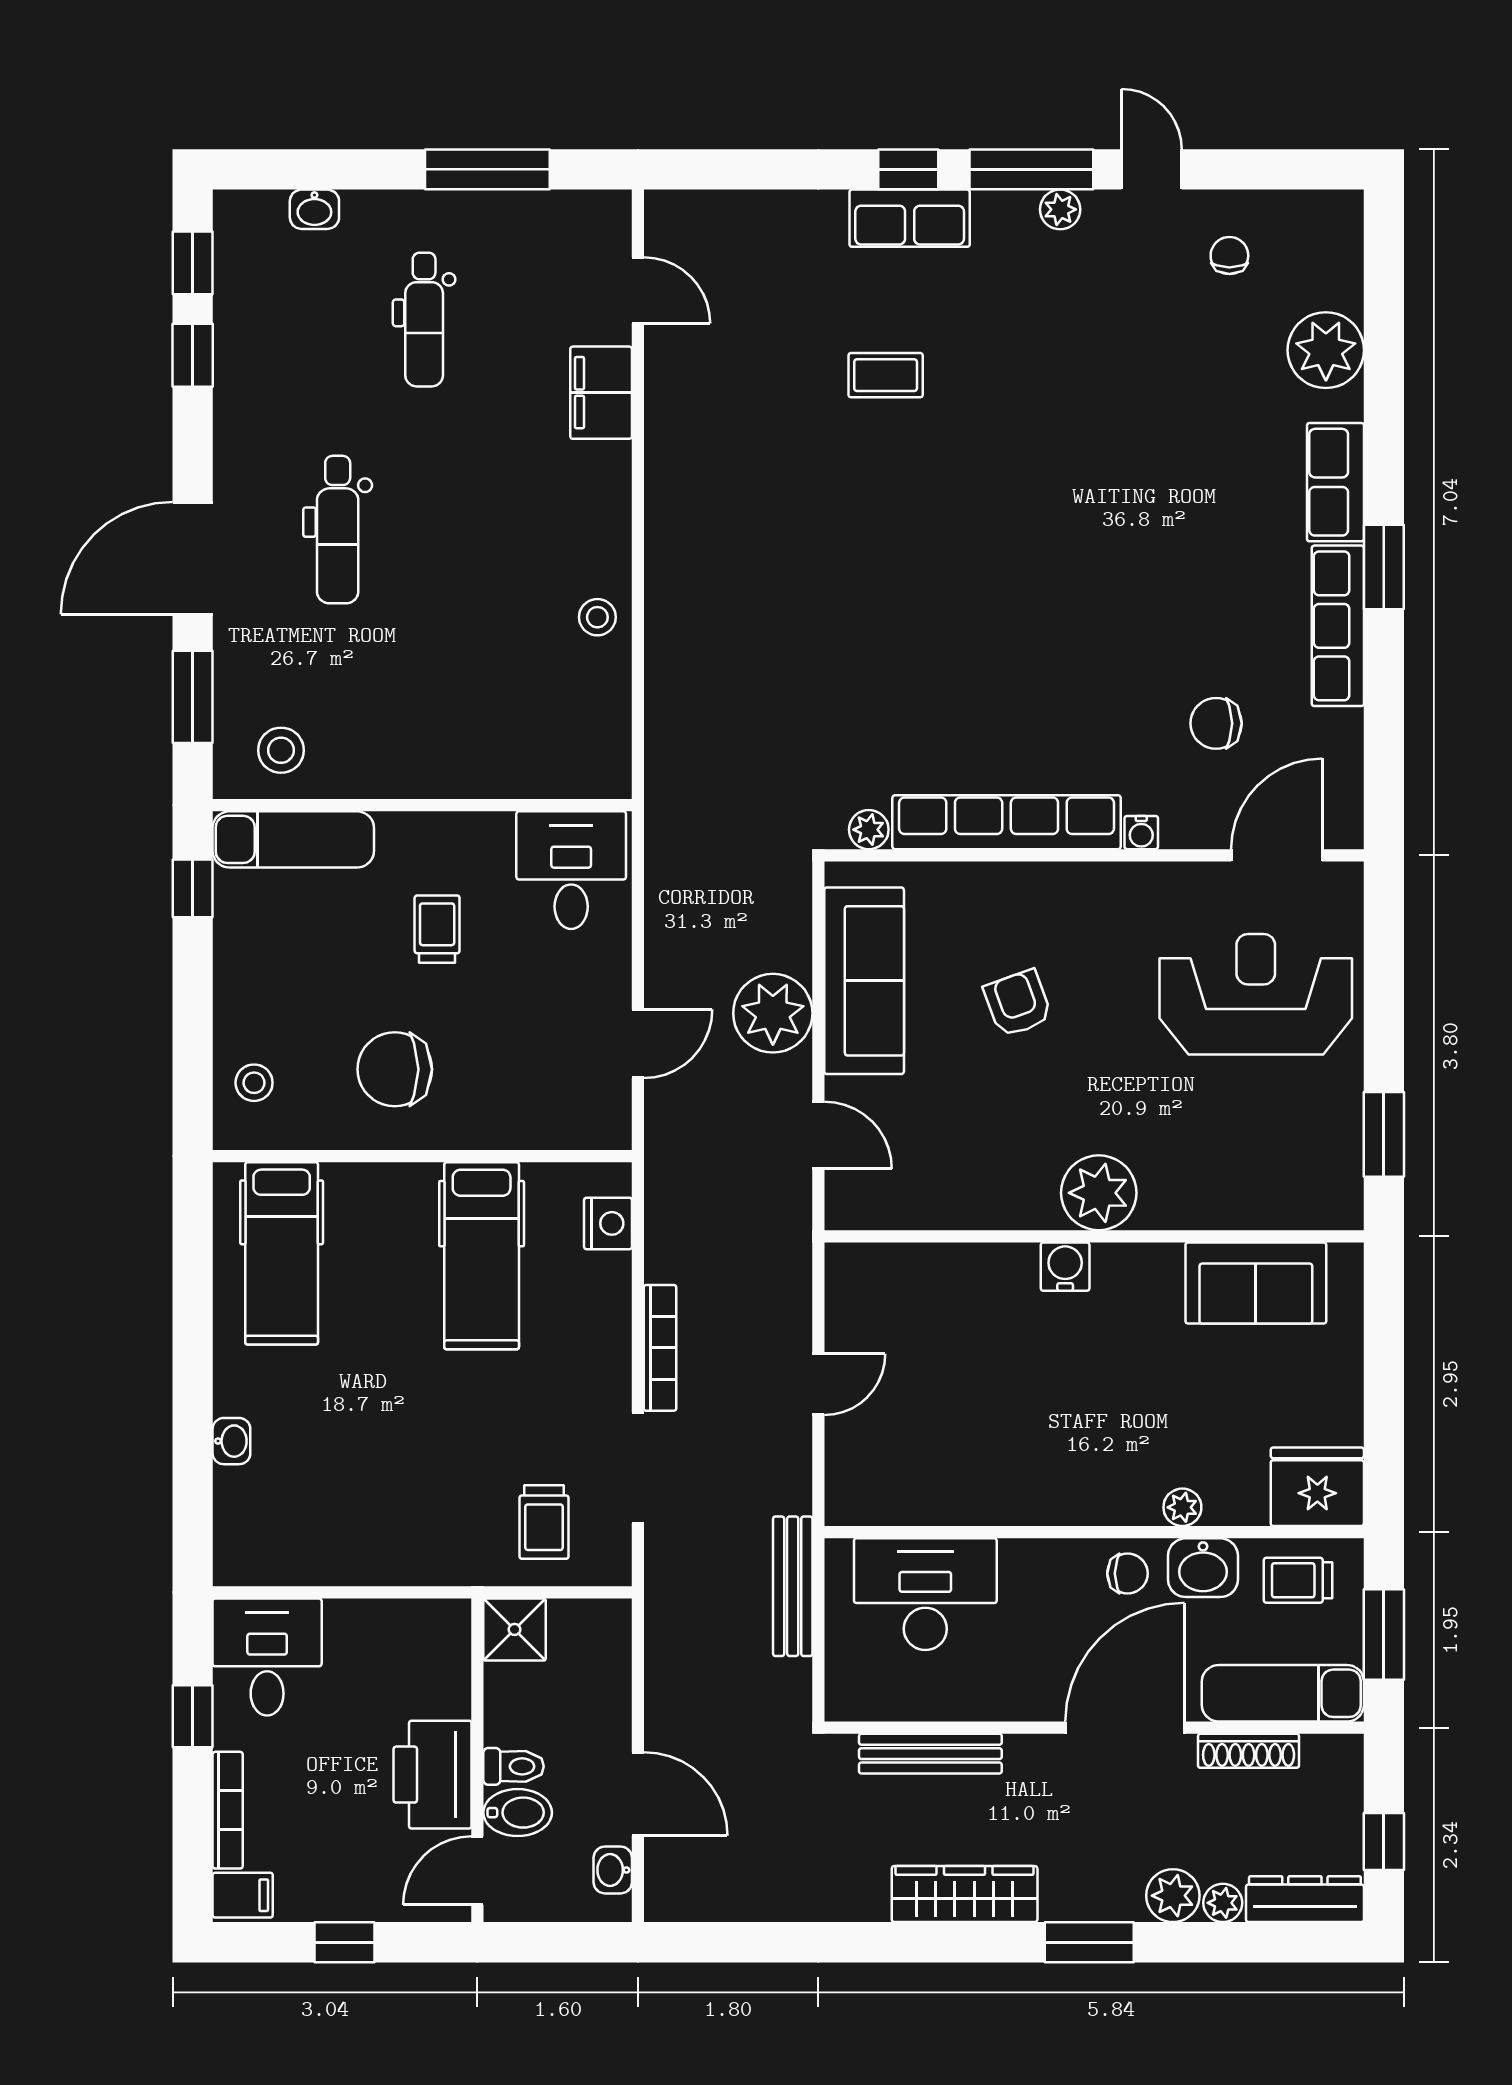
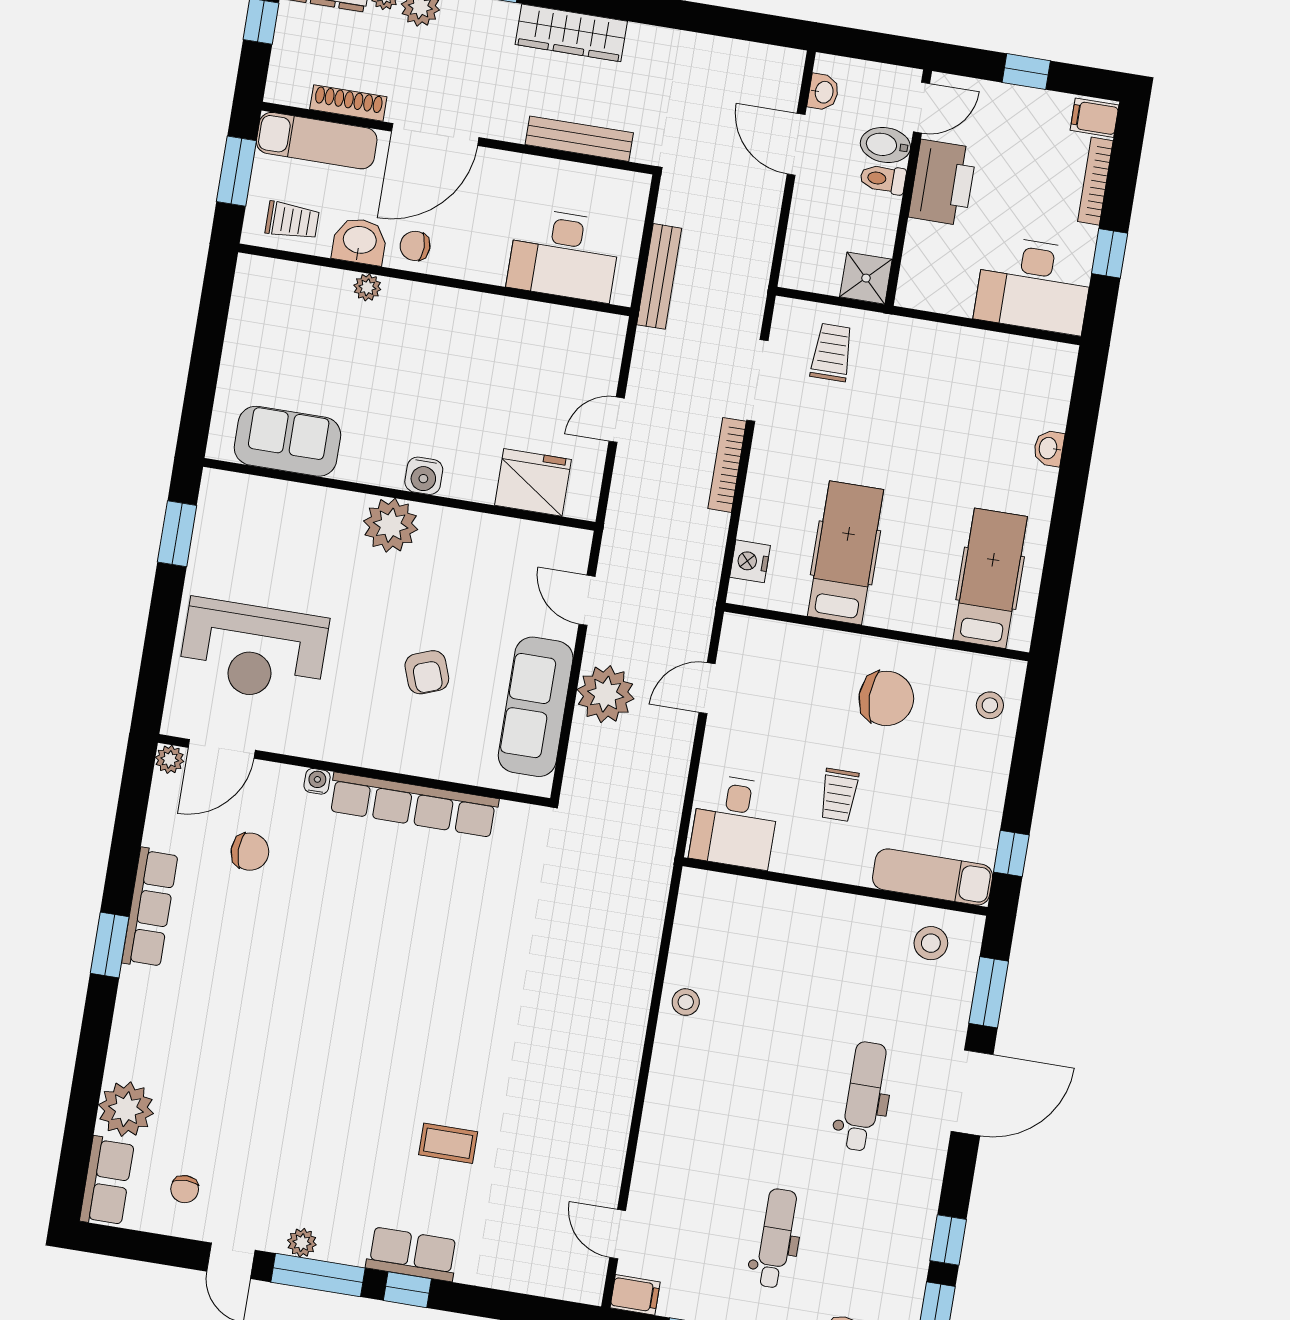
filing cabinet: (601, 393) -> (635, 1295), moved, width x0.50
row of seats: (1335, 482) -> (107, 1181), moved
plant: (869, 830) -> (170, 759), moved
fridge: (1317, 1487) -> (533, 482), moved, turned 180
desk: (267, 1657) -> (1034, 285), width x1.37

